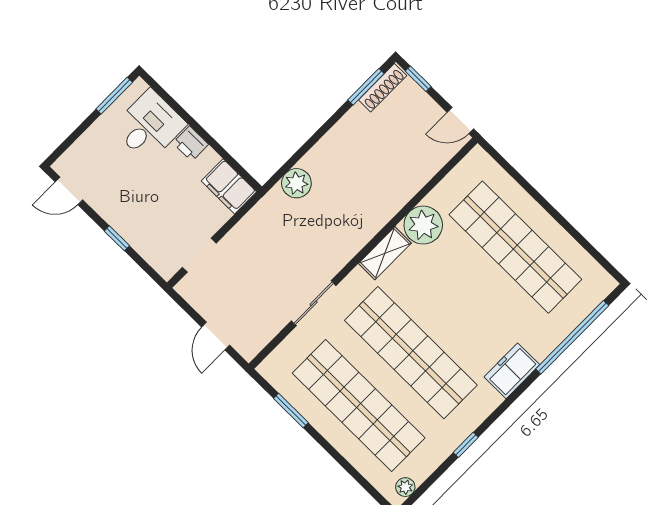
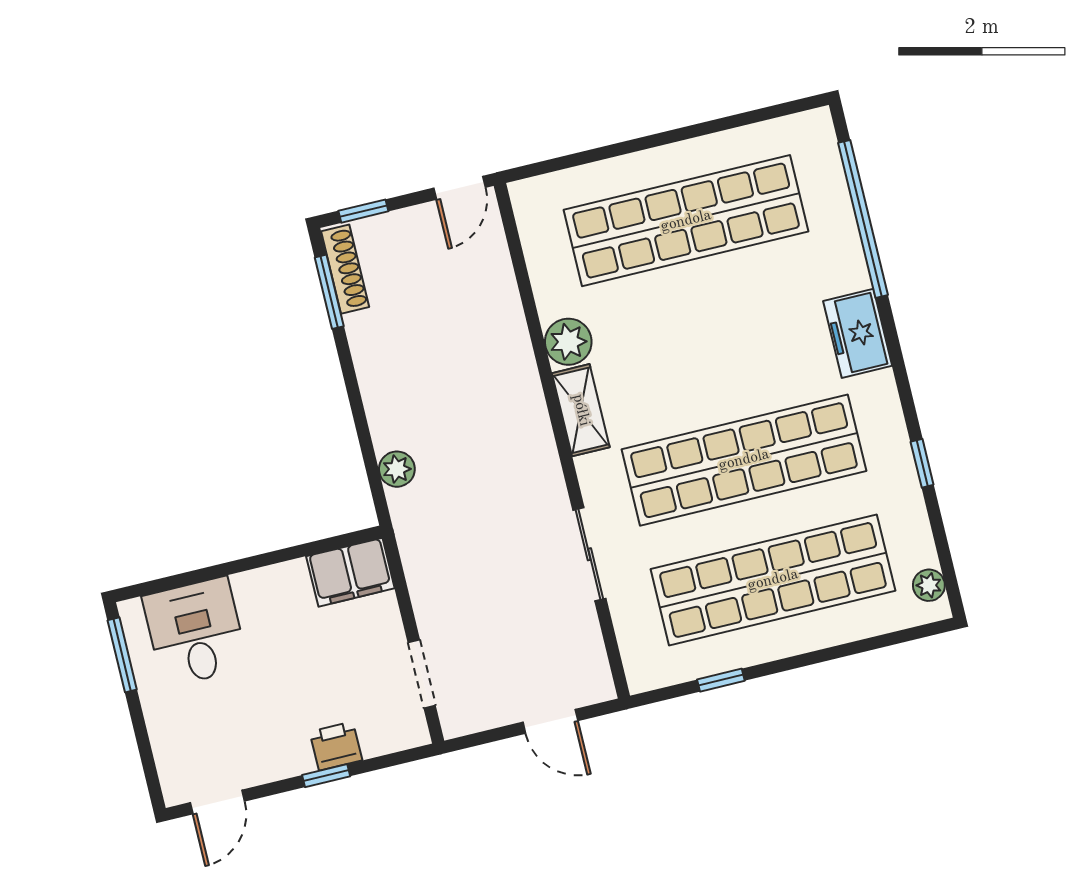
printer: (191, 144) -> (336, 746), moved, turned 180
plant: (296, 183) -> (397, 469), width x0.73, depth x0.73
plant: (423, 225) -> (568, 342), width x0.73, depth x0.73
window: (291, 410) -> (721, 680), width x0.67

